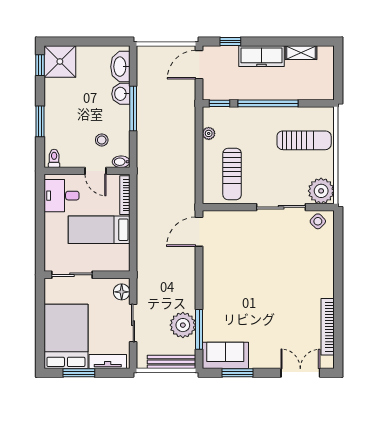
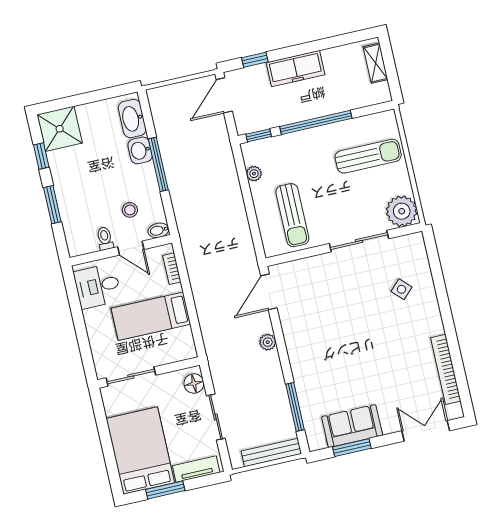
shelving: (301, 53) -> (375, 63), moved, turned 90
window: (40, 65) -> (41, 156), moved
toilet: (54, 158) -> (105, 238), moved
bookcase: (125, 195) -> (172, 269), width x0.64
side table: (318, 221) -> (402, 289), moved
plant: (183, 325) -> (268, 342), moved, width x0.53, depth x0.53
sofa: (225, 355) -> (352, 426), moved

